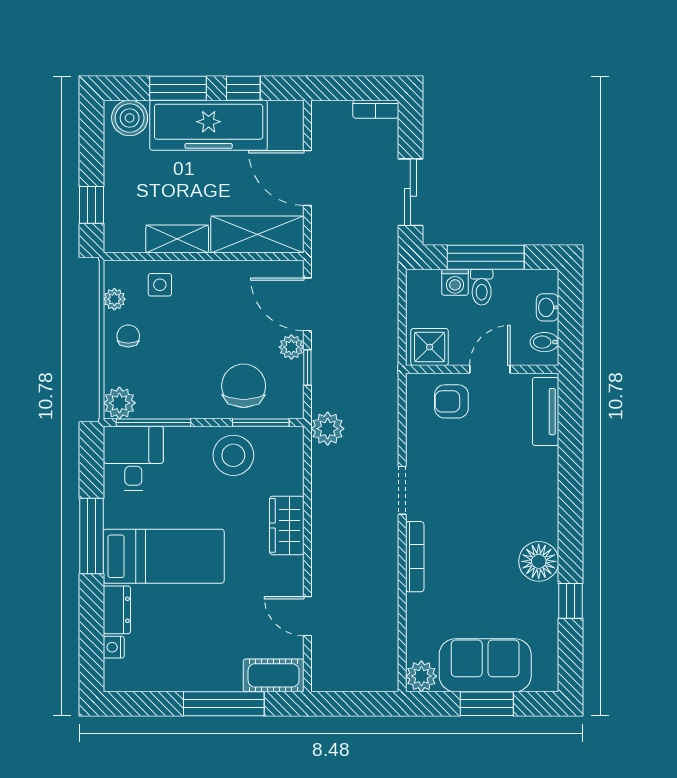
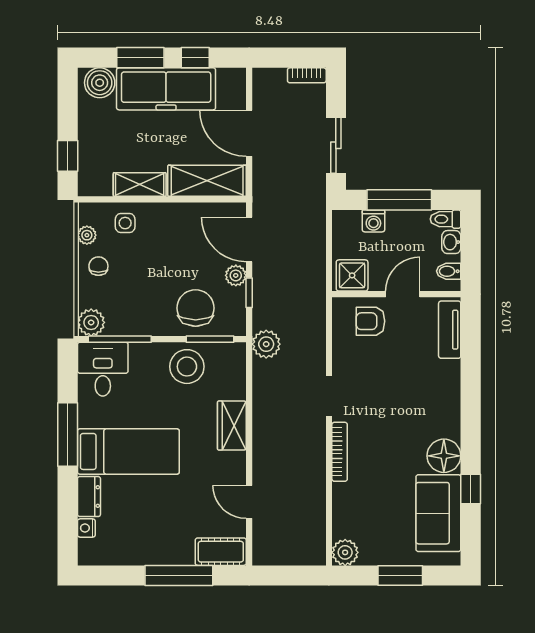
toilet: (482, 287) -> (446, 219), moved, turned 90
sofa: (485, 665) -> (438, 513), moved, turned -90

